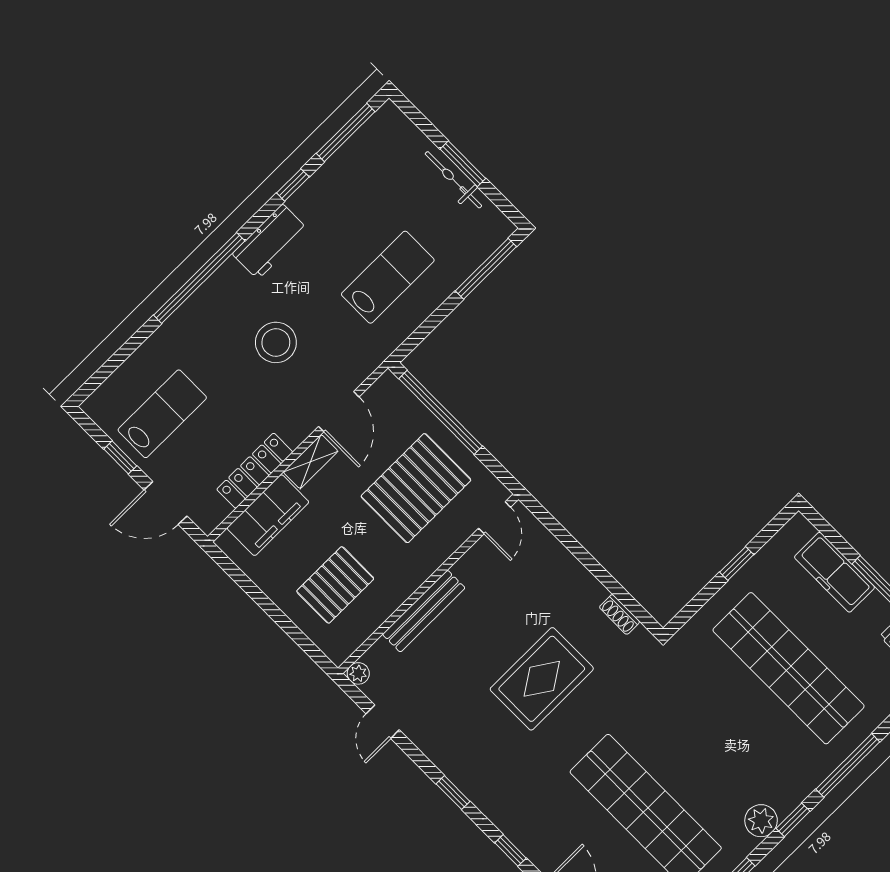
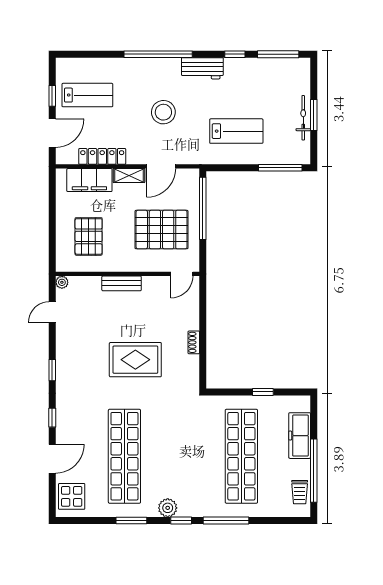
door: (165, 503) -> (52, 133), swing flipped
pallet: (335, 585) -> (89, 236), turned 90
bench: (424, 611) -> (122, 283), width x0.73
shoe rack: (620, 614) -> (194, 342), moved

